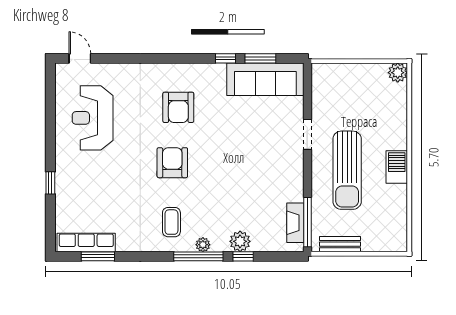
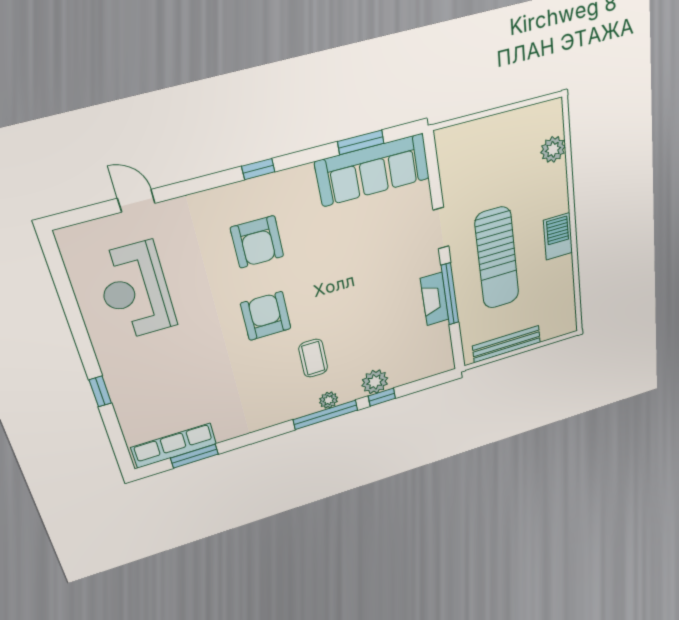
door: (80, 58) -> (136, 201), moved
window: (225, 58) -> (258, 169), moved
plant: (398, 73) -> (553, 149), moved
coffee table: (171, 222) -> (313, 358), moved
window: (307, 222) -> (450, 294), moved
fireplace: (295, 223) -> (435, 299), moved
bench: (340, 244) -> (507, 344), width x1.36

